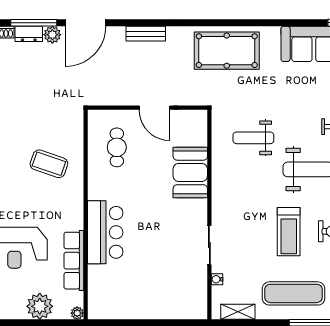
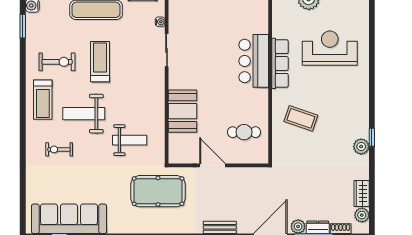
pool table: (227, 51) -> (158, 191), moved
cafe table: (117, 147) -> (244, 132), turned 90
row of seats: (74, 261) -> (280, 63), moved

